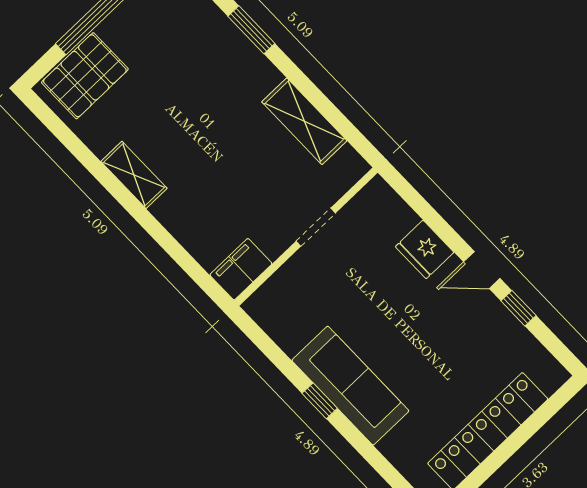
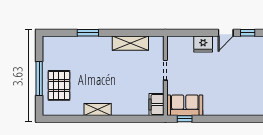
pallet: (85, 76) -> (59, 85), moved
sofa: (350, 386) -> (185, 105), moved, width x0.73
window: (320, 401) -> (185, 119), moved

